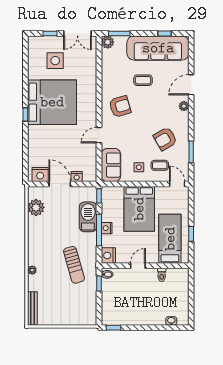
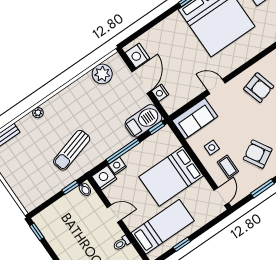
barbecue: (88, 217) -> (143, 121), moved
nightstand: (107, 228) -> (117, 166), moved

